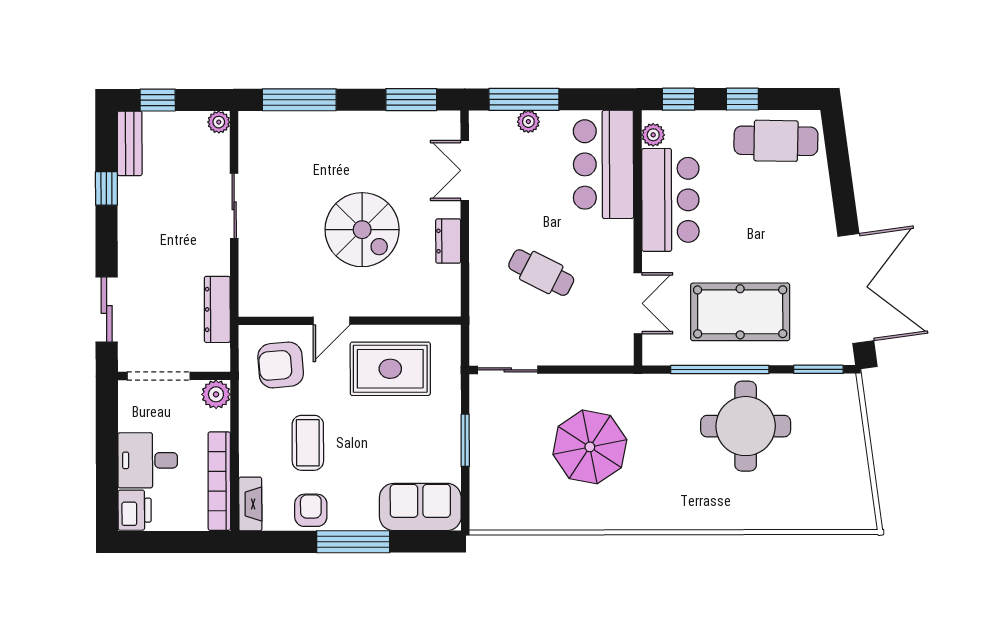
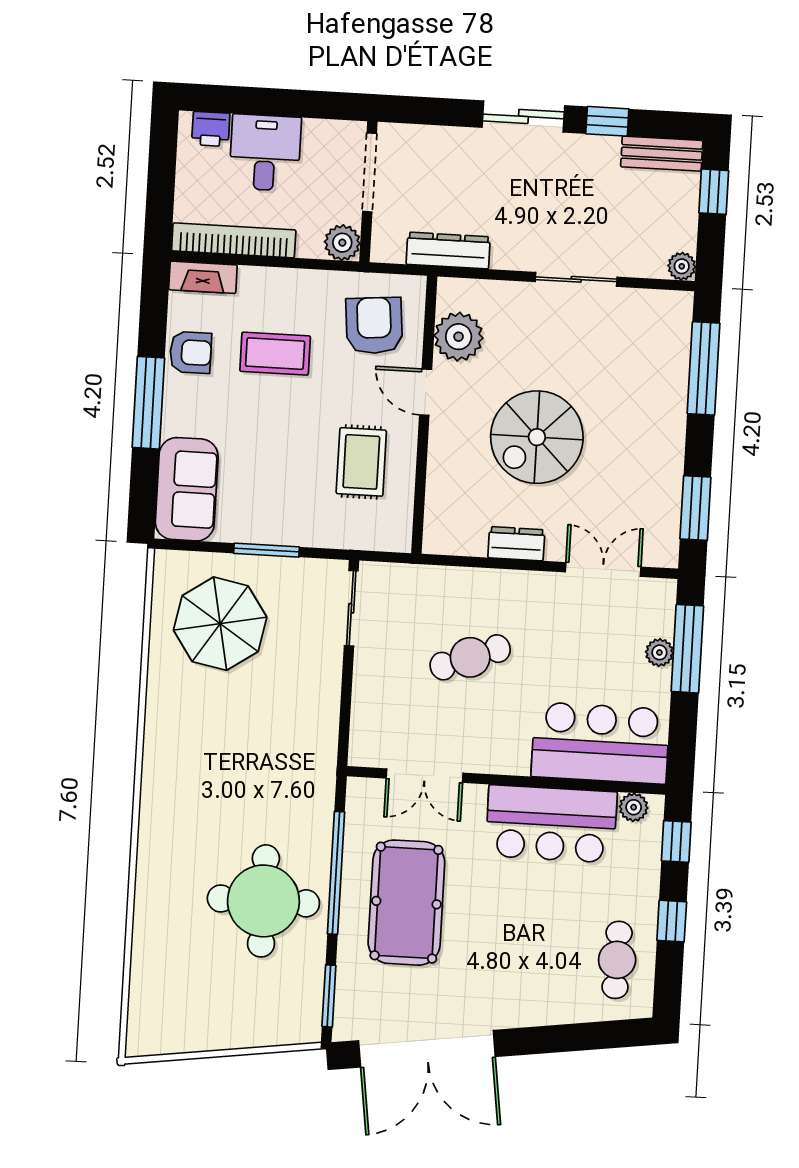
cafe table: (776, 141) -> (617, 960), width x0.73, depth x0.74
cafe table: (541, 273) -> (470, 657), turned 42
plant: (286, 297) -> (459, 337), added
sliding door: (107, 310) -> (523, 116), moved
rug: (390, 369) -> (361, 462), width x0.73, depth x0.70
parasol: (590, 447) -> (220, 624), moved
printer: (135, 510) -> (211, 129), width x0.73, depth x0.81

